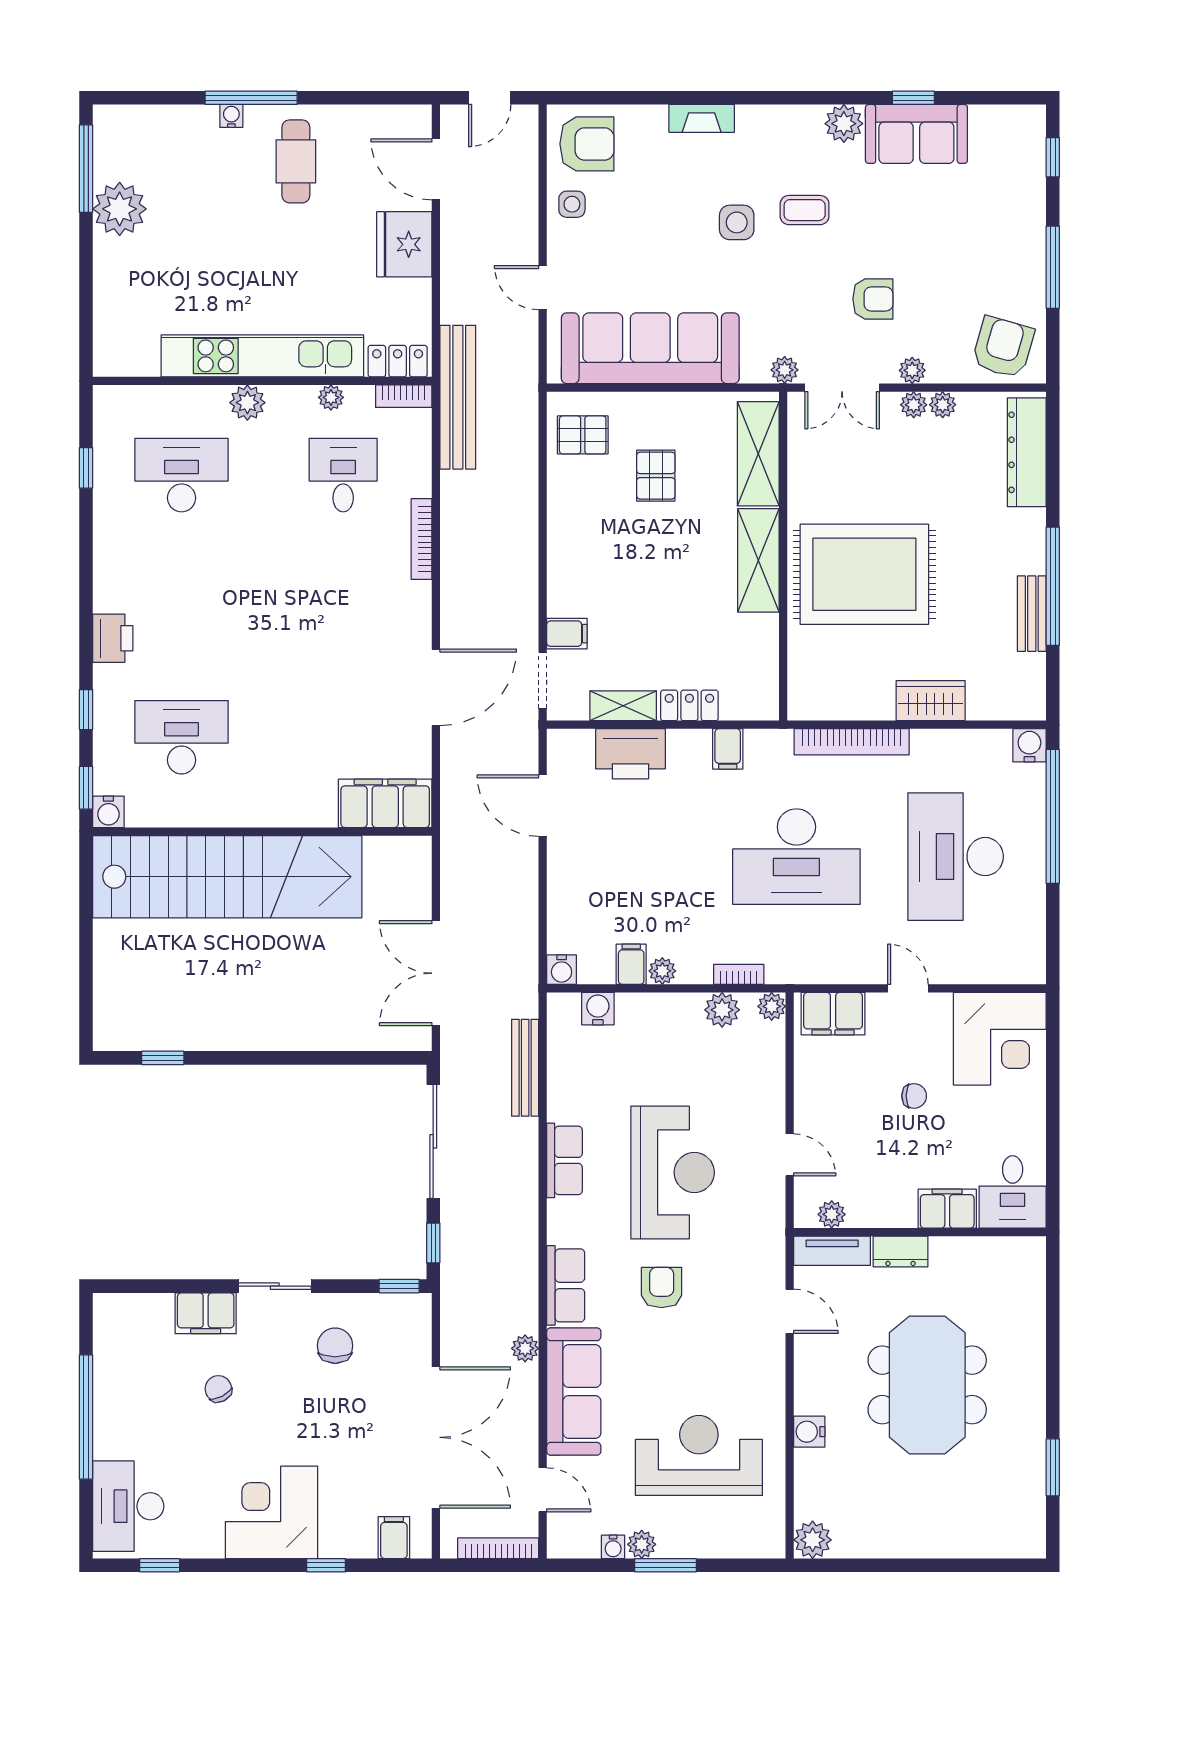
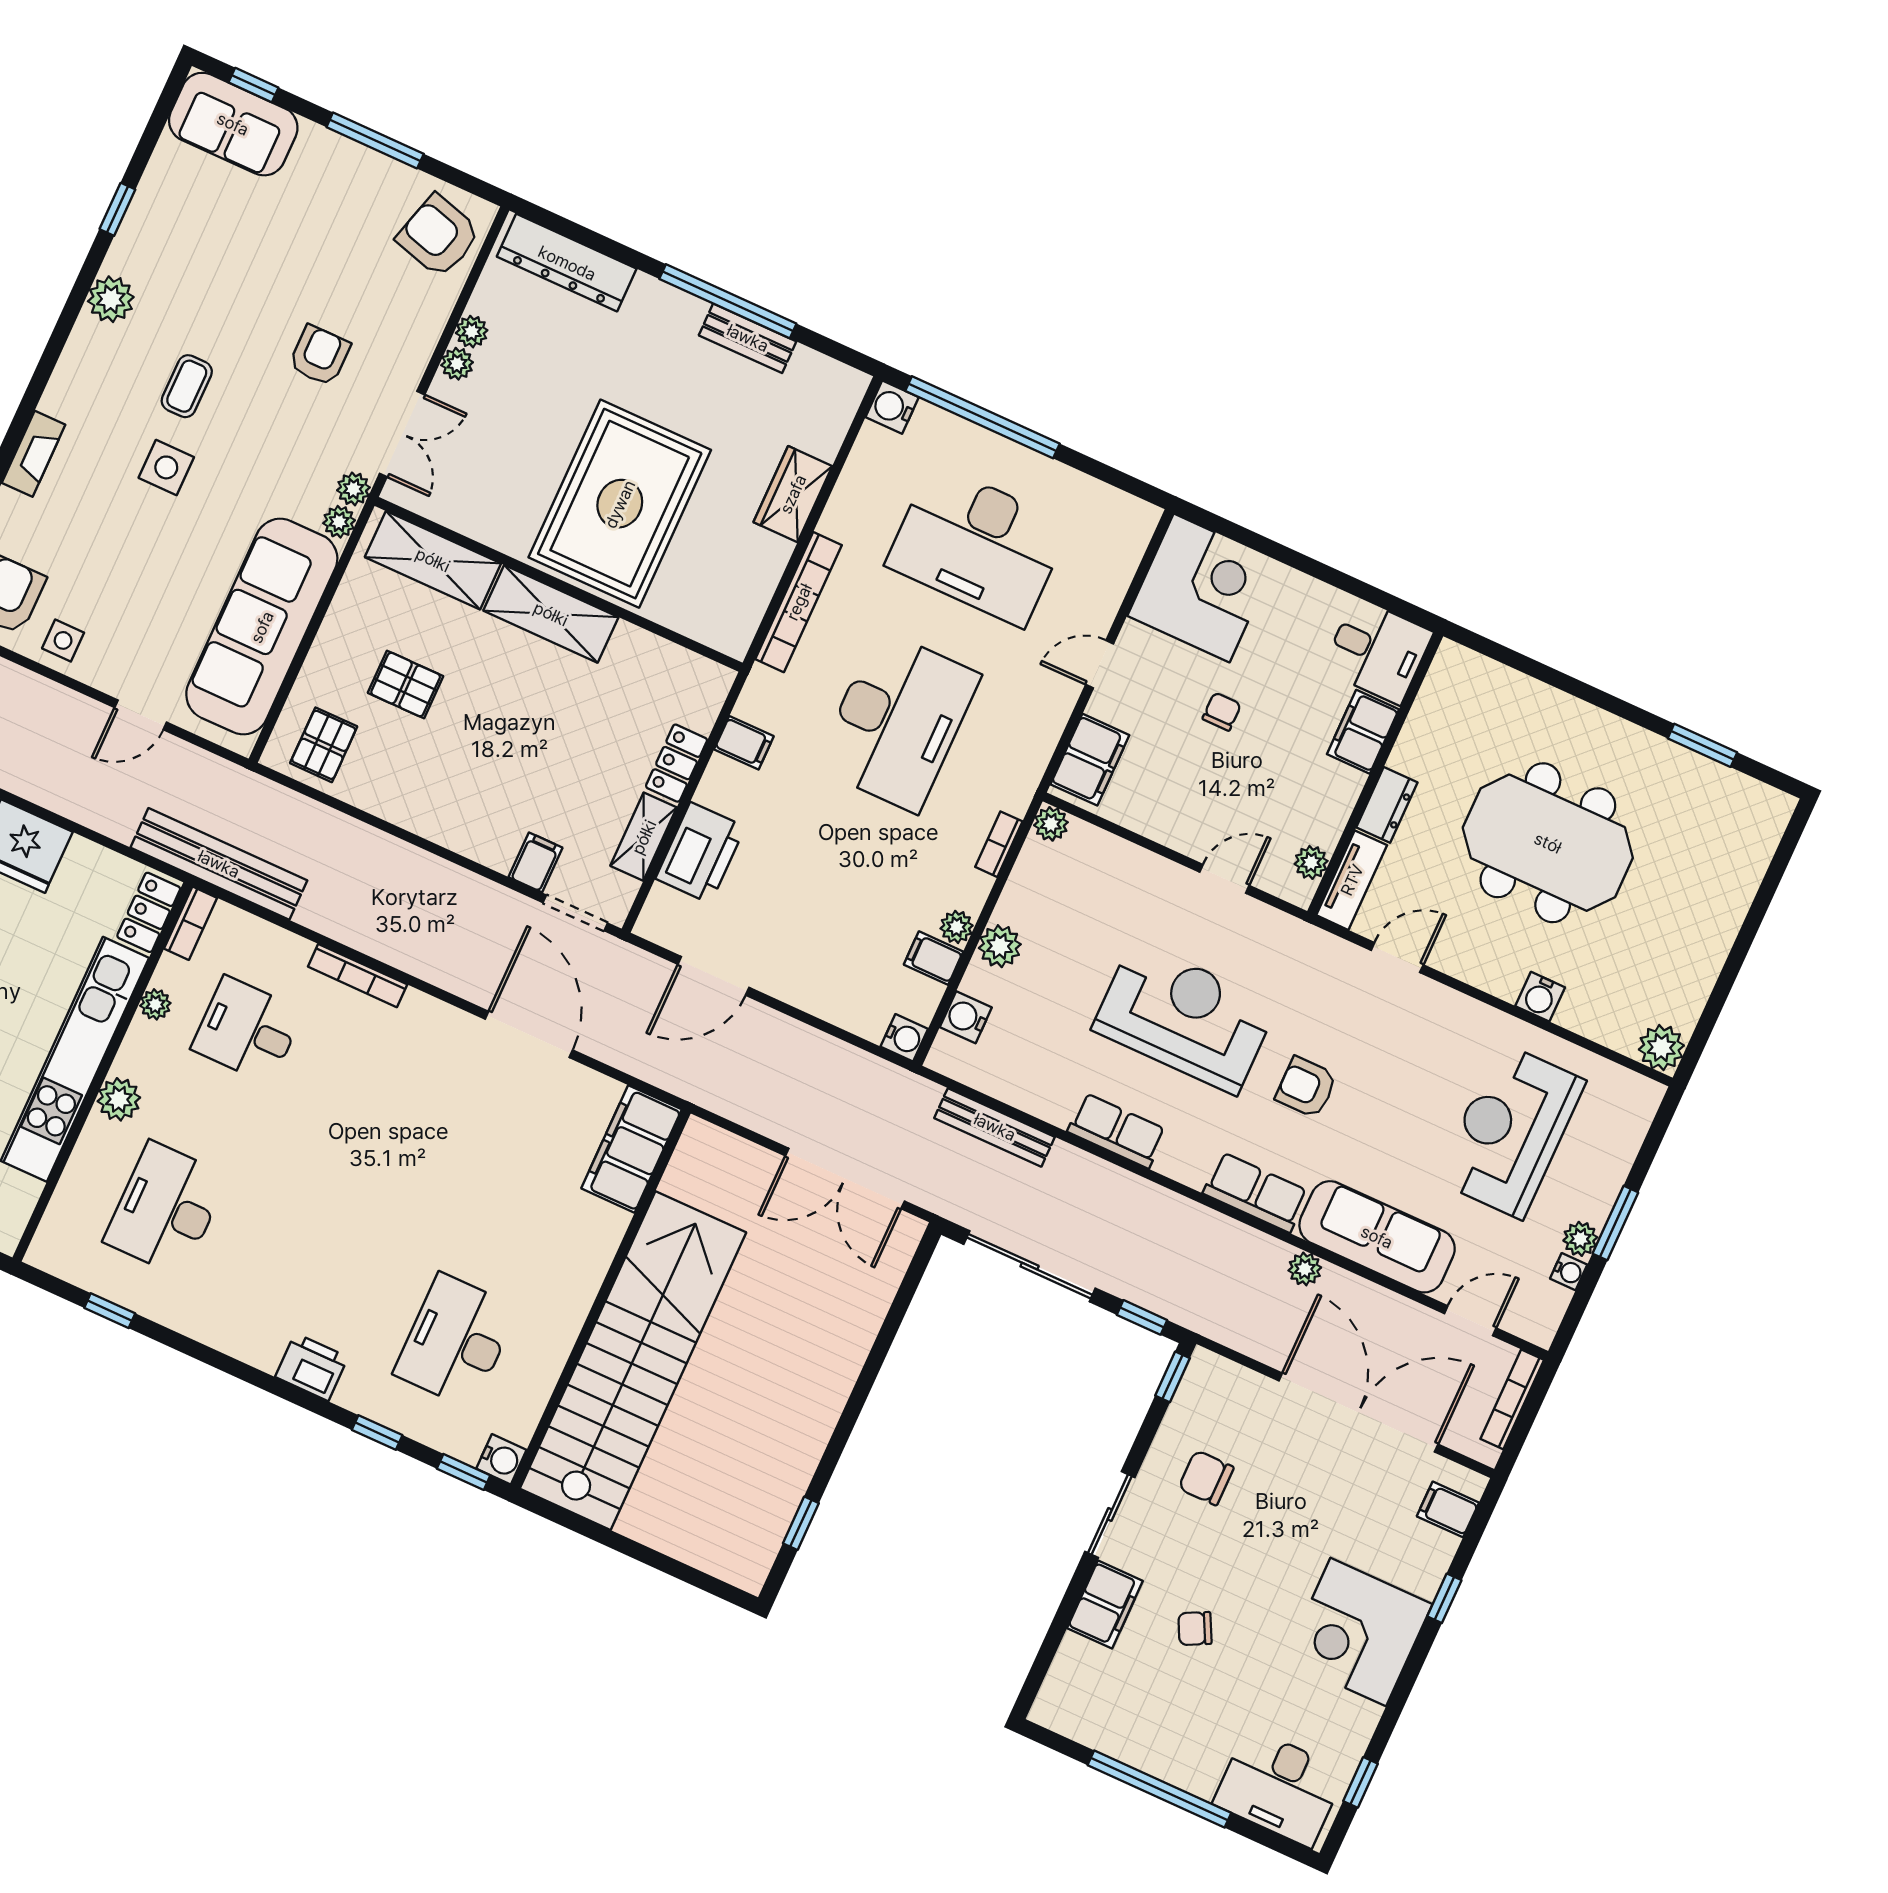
sofa: (916, 134) -> (233, 124), moved, turned 90
plant: (912, 370) -> (339, 522), moved
plant: (722, 1010) -> (1000, 946), moved

